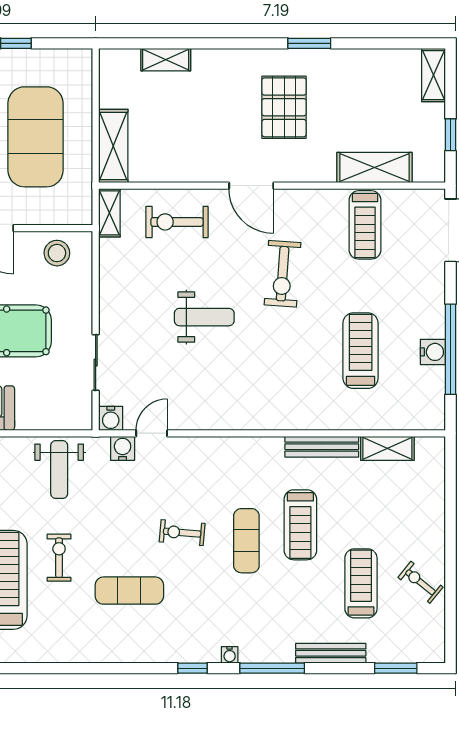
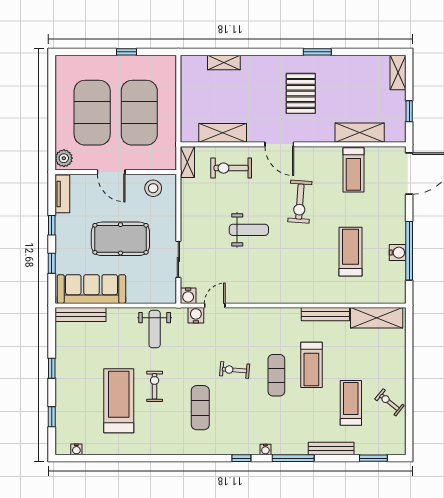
shelving: (113, 146) -> (223, 133), moved, turned 90
shelving: (387, 448) -> (377, 318), width x1.50, depth x1.33
exercise mat: (129, 591) -> (200, 408), turned 90

